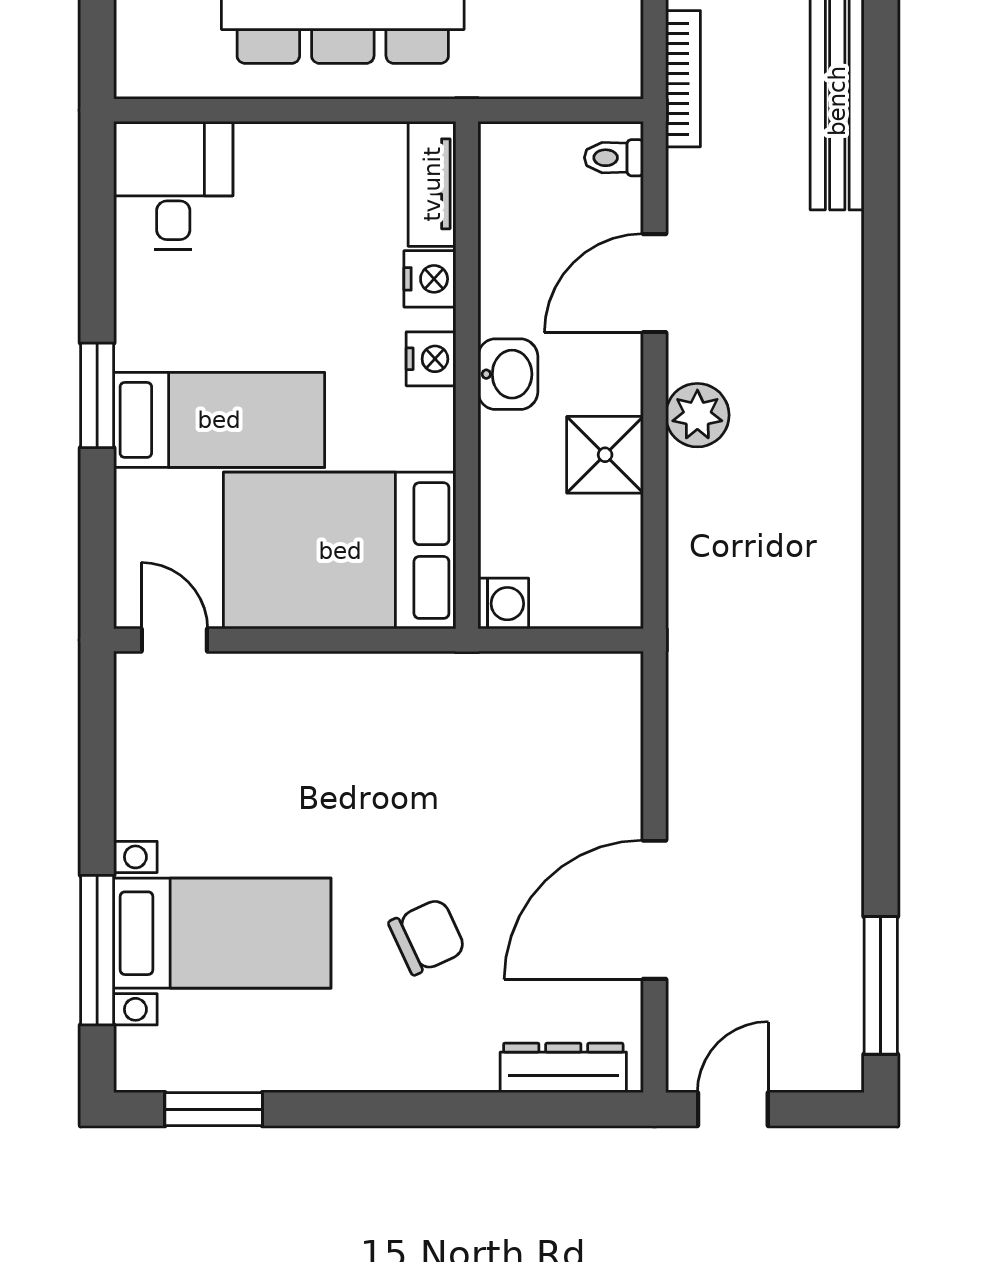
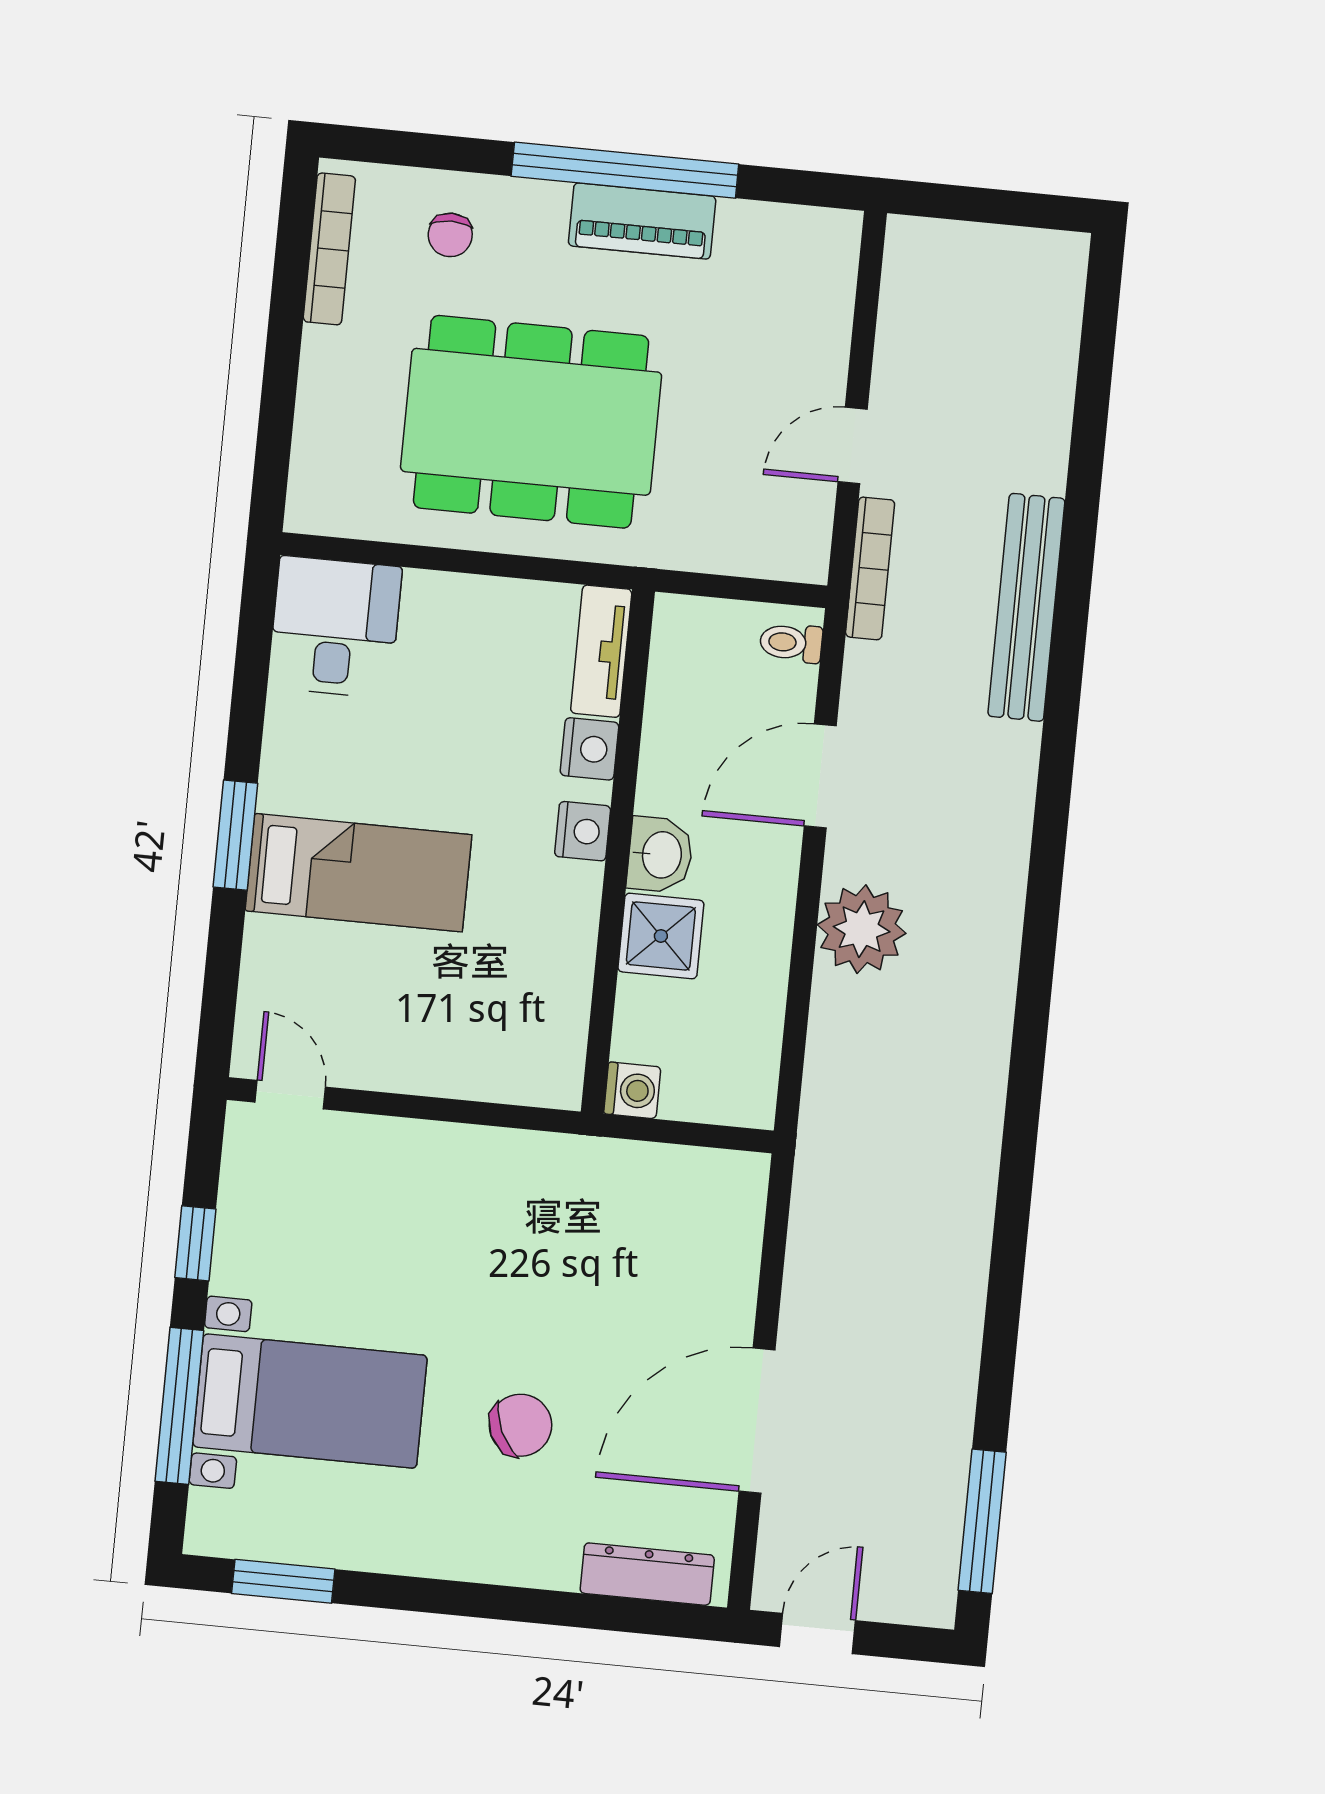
plant: (697, 415) -> (862, 929), width x1.36, depth x1.36
shower: (605, 455) -> (661, 936), moved
bed: (340, 551) -> (469, 1019), removed
window: (97, 792) -> (195, 1243), added

